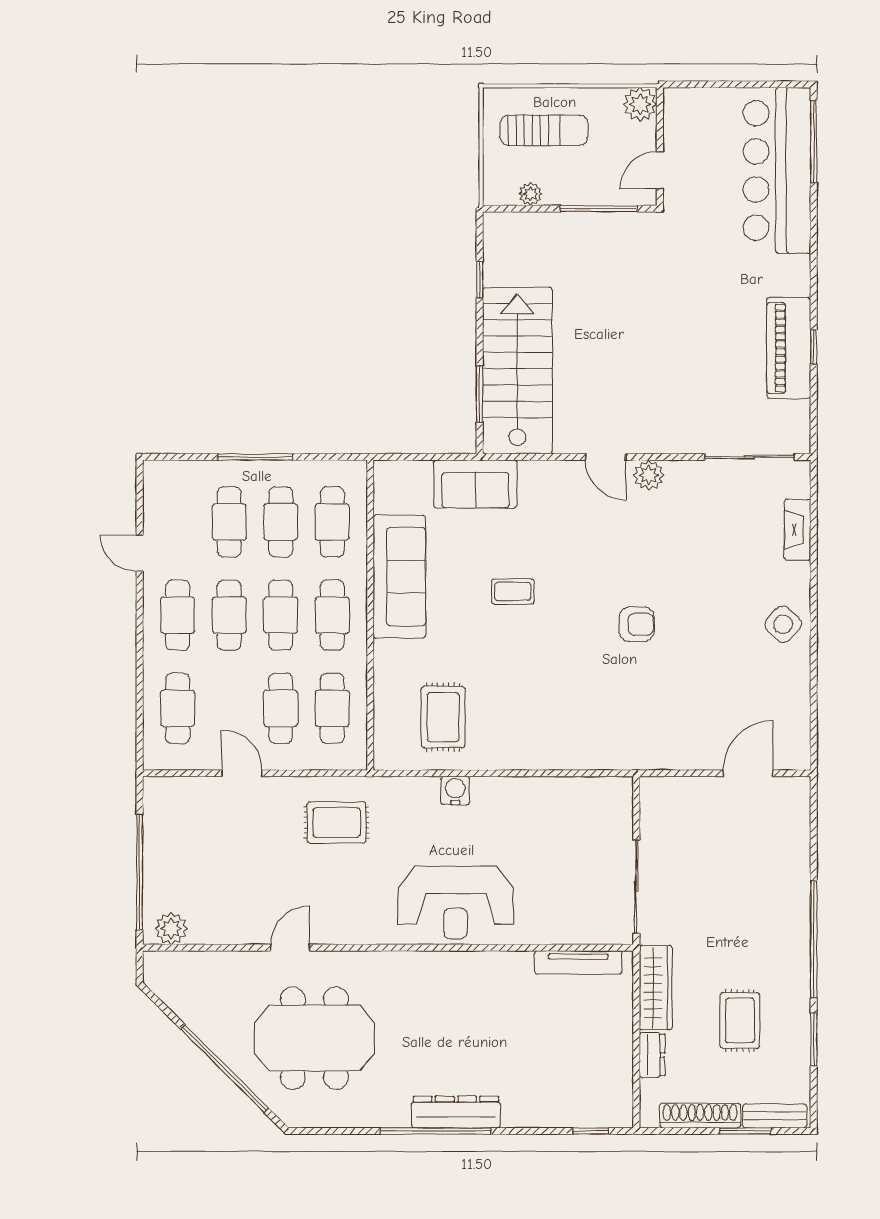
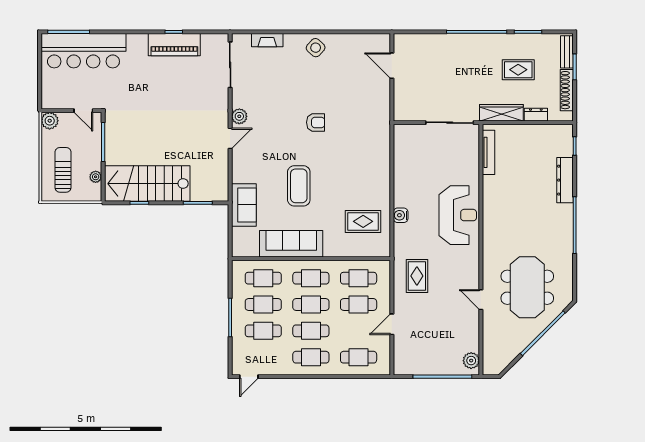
stairs: (517, 371) -> (147, 184), moved
door: (140, 553) -> (249, 377), moved
coffee table: (513, 591) -> (299, 186), width x1.86, depth x1.72
armchair: (637, 624) -> (316, 122), turned 90
dresser: (456, 1112) -> (565, 180), moved

